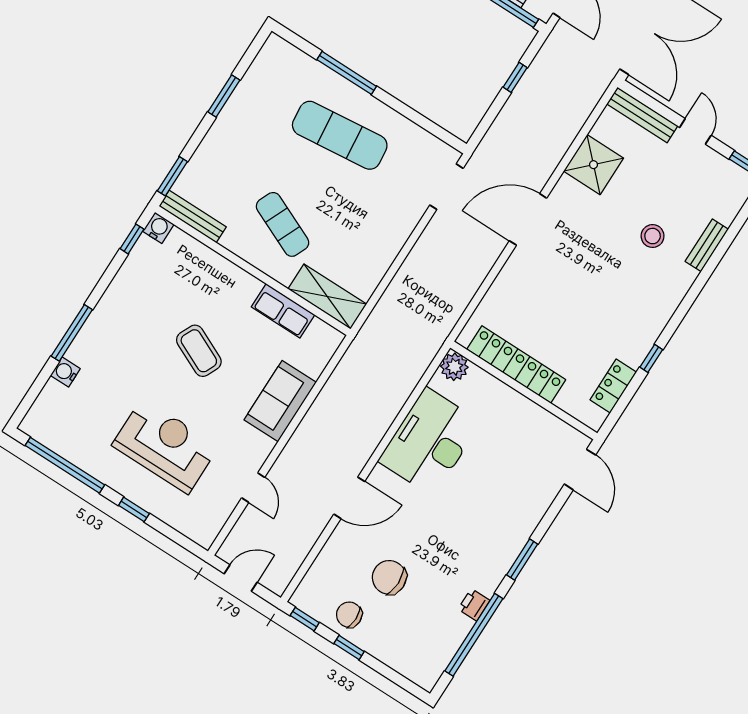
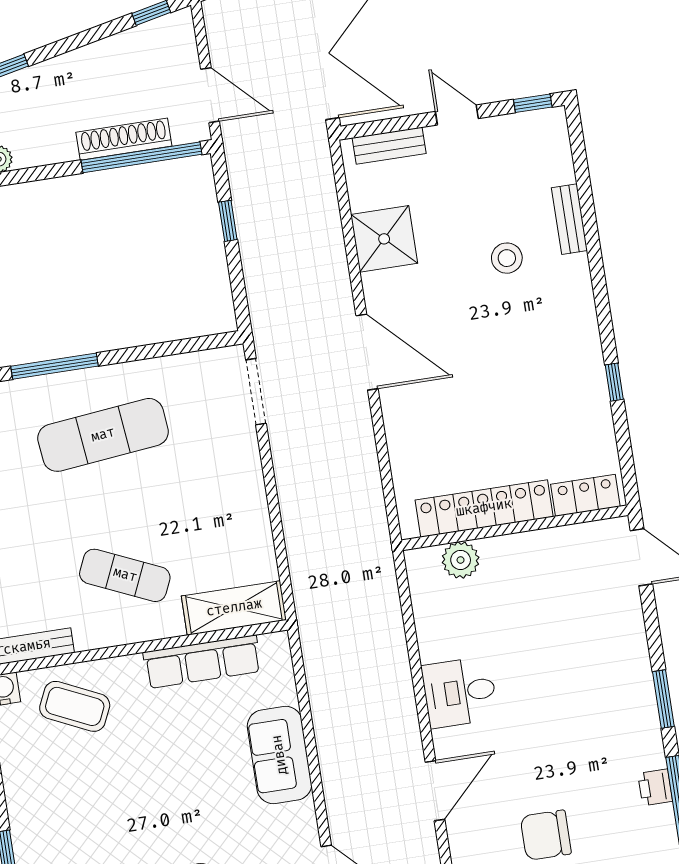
bench: (642, 115) -> (389, 146), width x0.73
door: (528, 219) -> (367, 352), swing flipped
row of seats: (283, 311) -> (202, 662), width x1.48
coffee table: (199, 351) -> (75, 706), moved
plant: (454, 367) -> (461, 560), moved
locker: (613, 386) -> (585, 495), moved, turned 90
desk: (430, 442) -> (460, 692), width x0.53, depth x0.77

